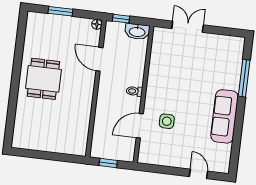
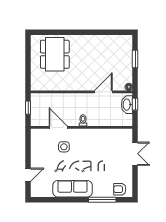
washbasin: (137, 32) -> (127, 105), moved
armchair: (233, 53) -> (120, 189), added
dining table: (43, 79) -> (55, 54), moved, width x1.37

